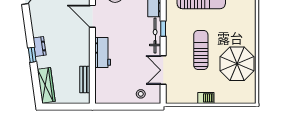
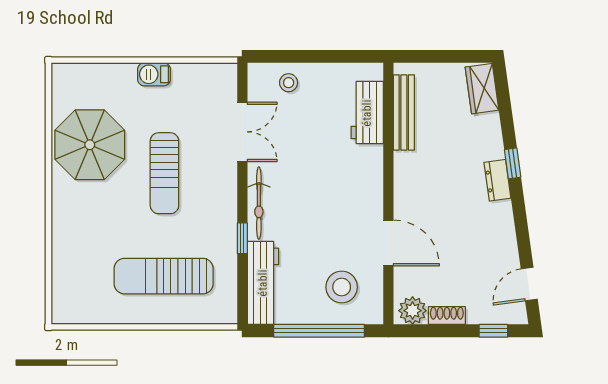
window: (163, 29) -> (242, 238), moved
workbench: (103, 53) -> (367, 113), moved
bench: (85, 79) -> (404, 112), width x1.36
wardrobe: (46, 85) -> (482, 89), width x0.67

